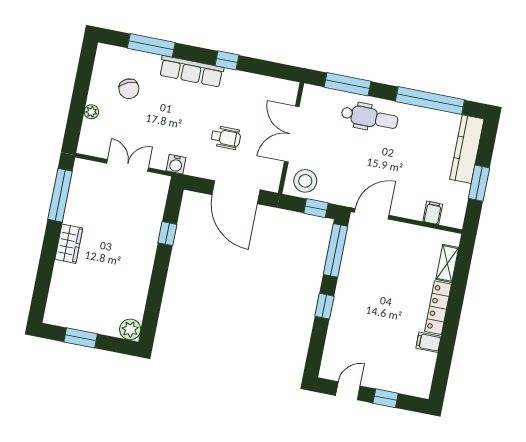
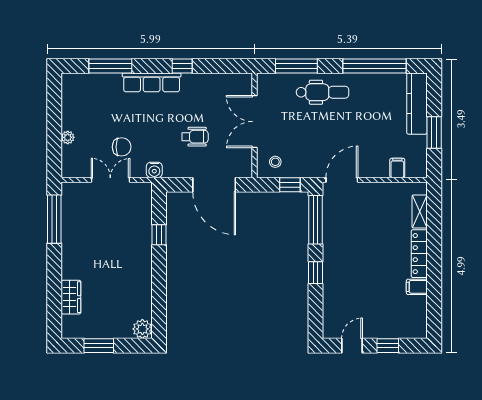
chair: (129, 89) -> (122, 147), moved, turned -66
stool: (305, 181) -> (275, 162), width x0.53, depth x0.53
wardrobe: (69, 244) -> (71, 297), moved

